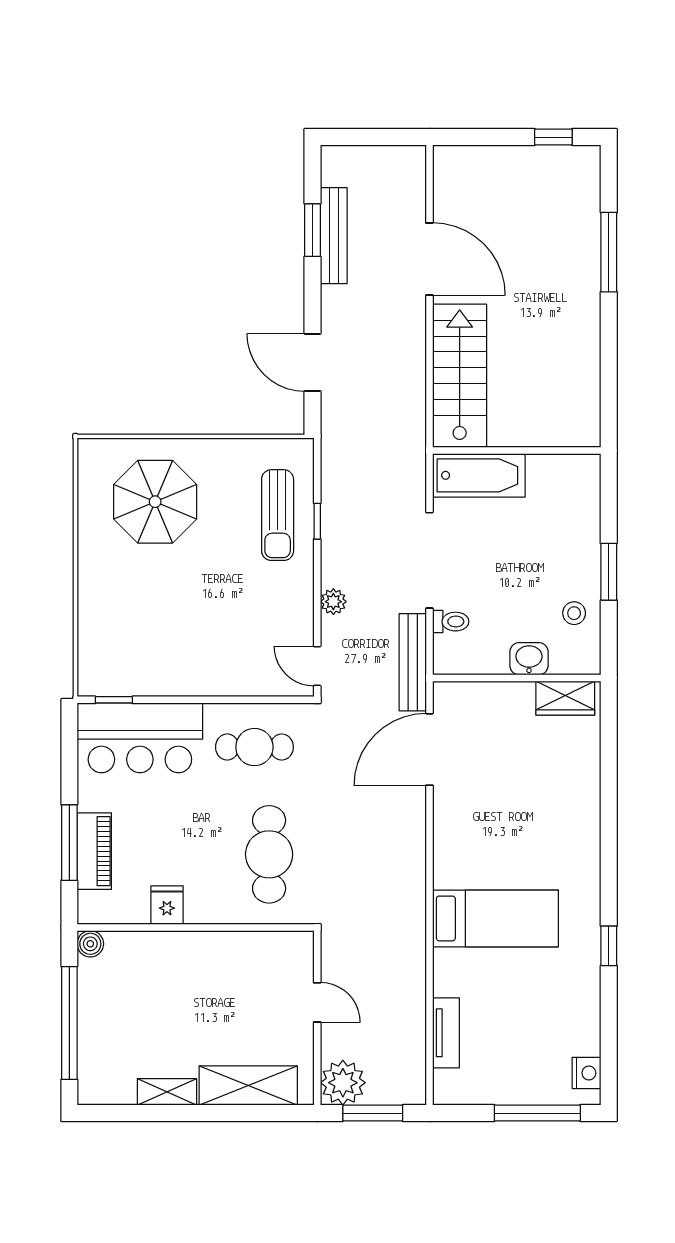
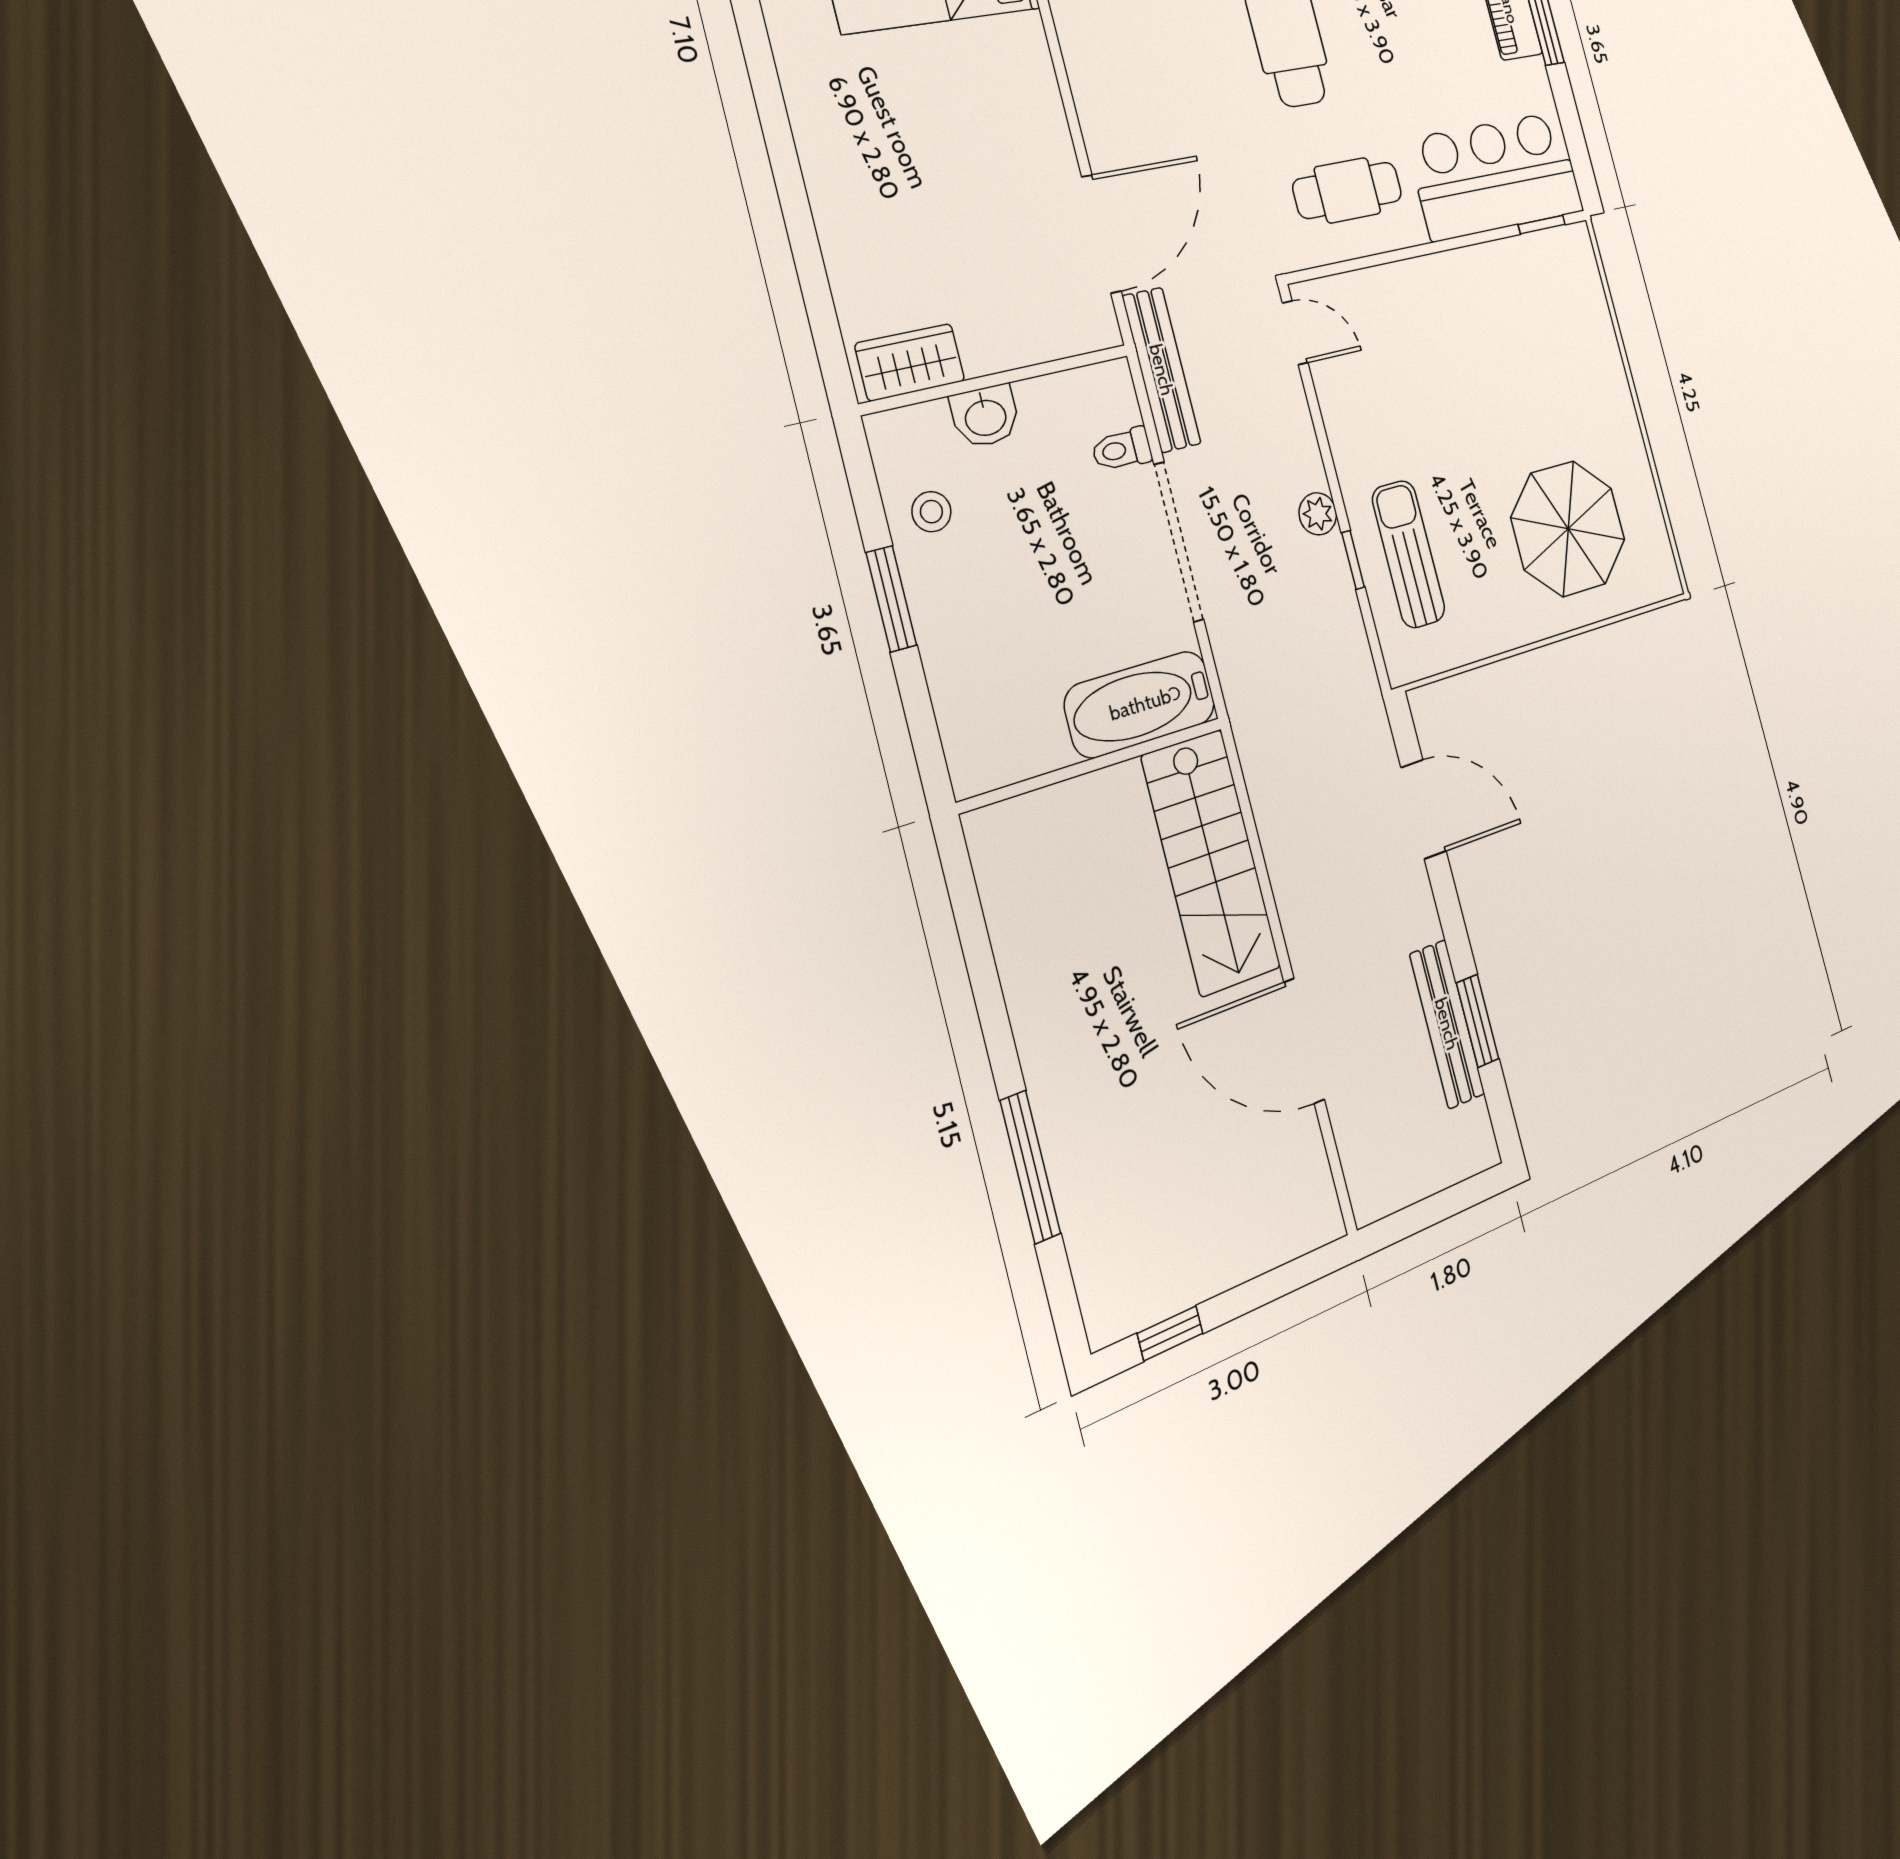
plant: (333, 602) -> (1318, 514), moved

